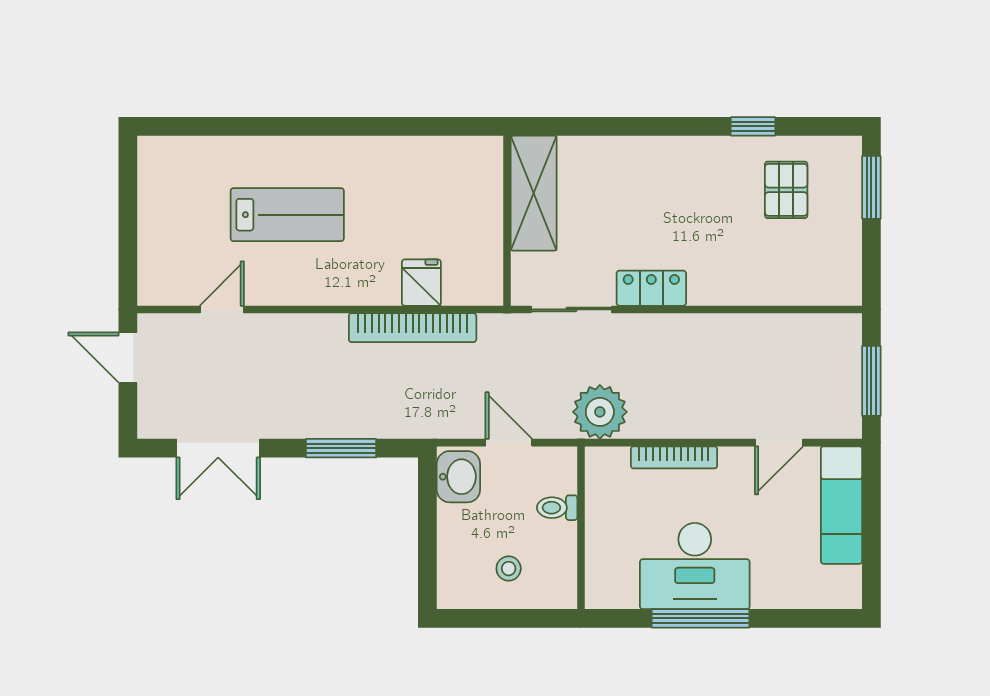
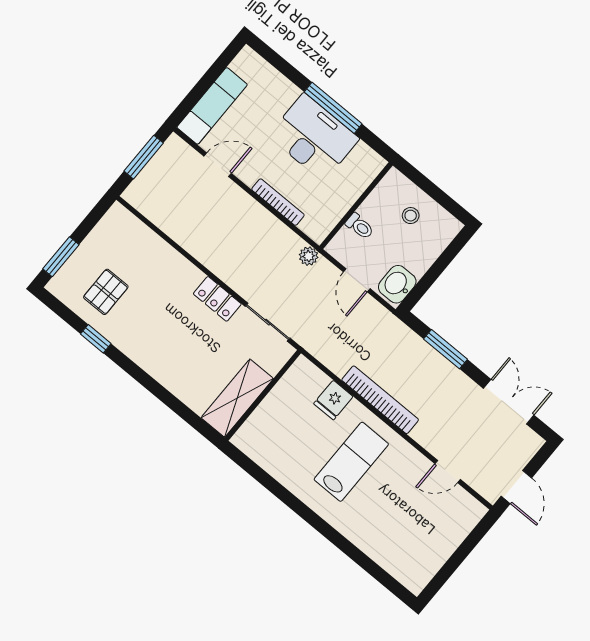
lab bench: (287, 215) -> (351, 462), moved, turned 90
bookcase: (413, 328) -> (380, 400), moved
plant: (600, 412) -> (309, 256), width x0.53, depth x0.53

